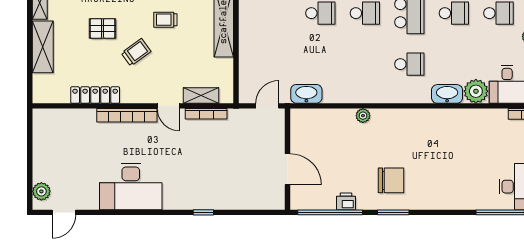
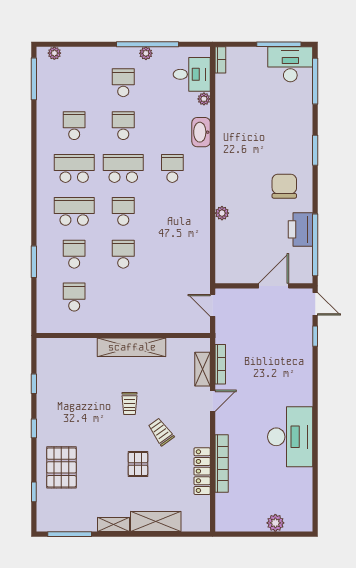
plant: (476, 91) -> (204, 99), width x0.53, depth x0.53
washbasin: (306, 94) -> (201, 268), removed
bookcase: (127, 115) -> (222, 463), moved
plant: (41, 191) -> (275, 523), moved
printer: (346, 201) -> (301, 229), width x1.87, depth x1.48
door: (64, 212) -> (315, 304), moved
window: (203, 212) -> (315, 336), moved
window: (393, 212) -> (315, 150), moved

